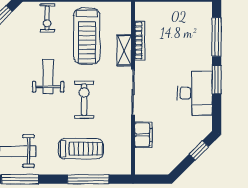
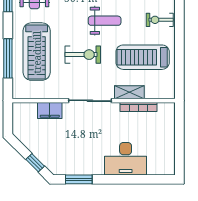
window: (217, 37) -> (142, 179), removed
window: (217, 80) -> (79, 179), moved
desk: (195, 93) -> (126, 159), moved
treadmill: (81, 149) -> (37, 52), width x1.37, depth x1.38

